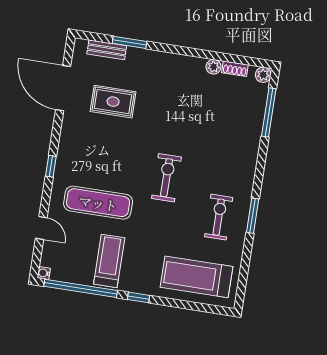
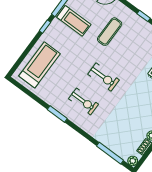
exercise mat: (98, 203) -> (110, 32), width x0.73, depth x0.69
exercise bike: (219, 217) -> (83, 101), moved

